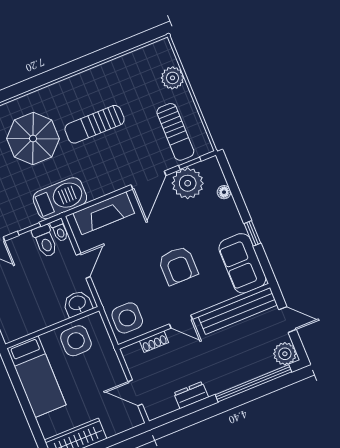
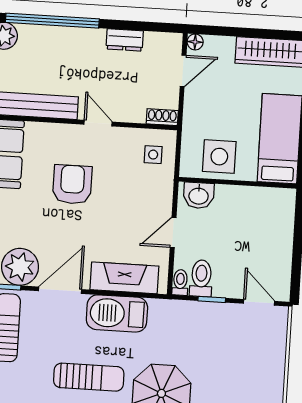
barbecue: (60, 198) -> (117, 313), moved
side table: (127, 318) -> (153, 155), width x0.54, depth x0.54
shoe rack: (154, 342) -> (162, 117), moved
door: (135, 393) -> (183, 71), hinge flipped
floor lamp: (137, 419) -> (195, 42), added

